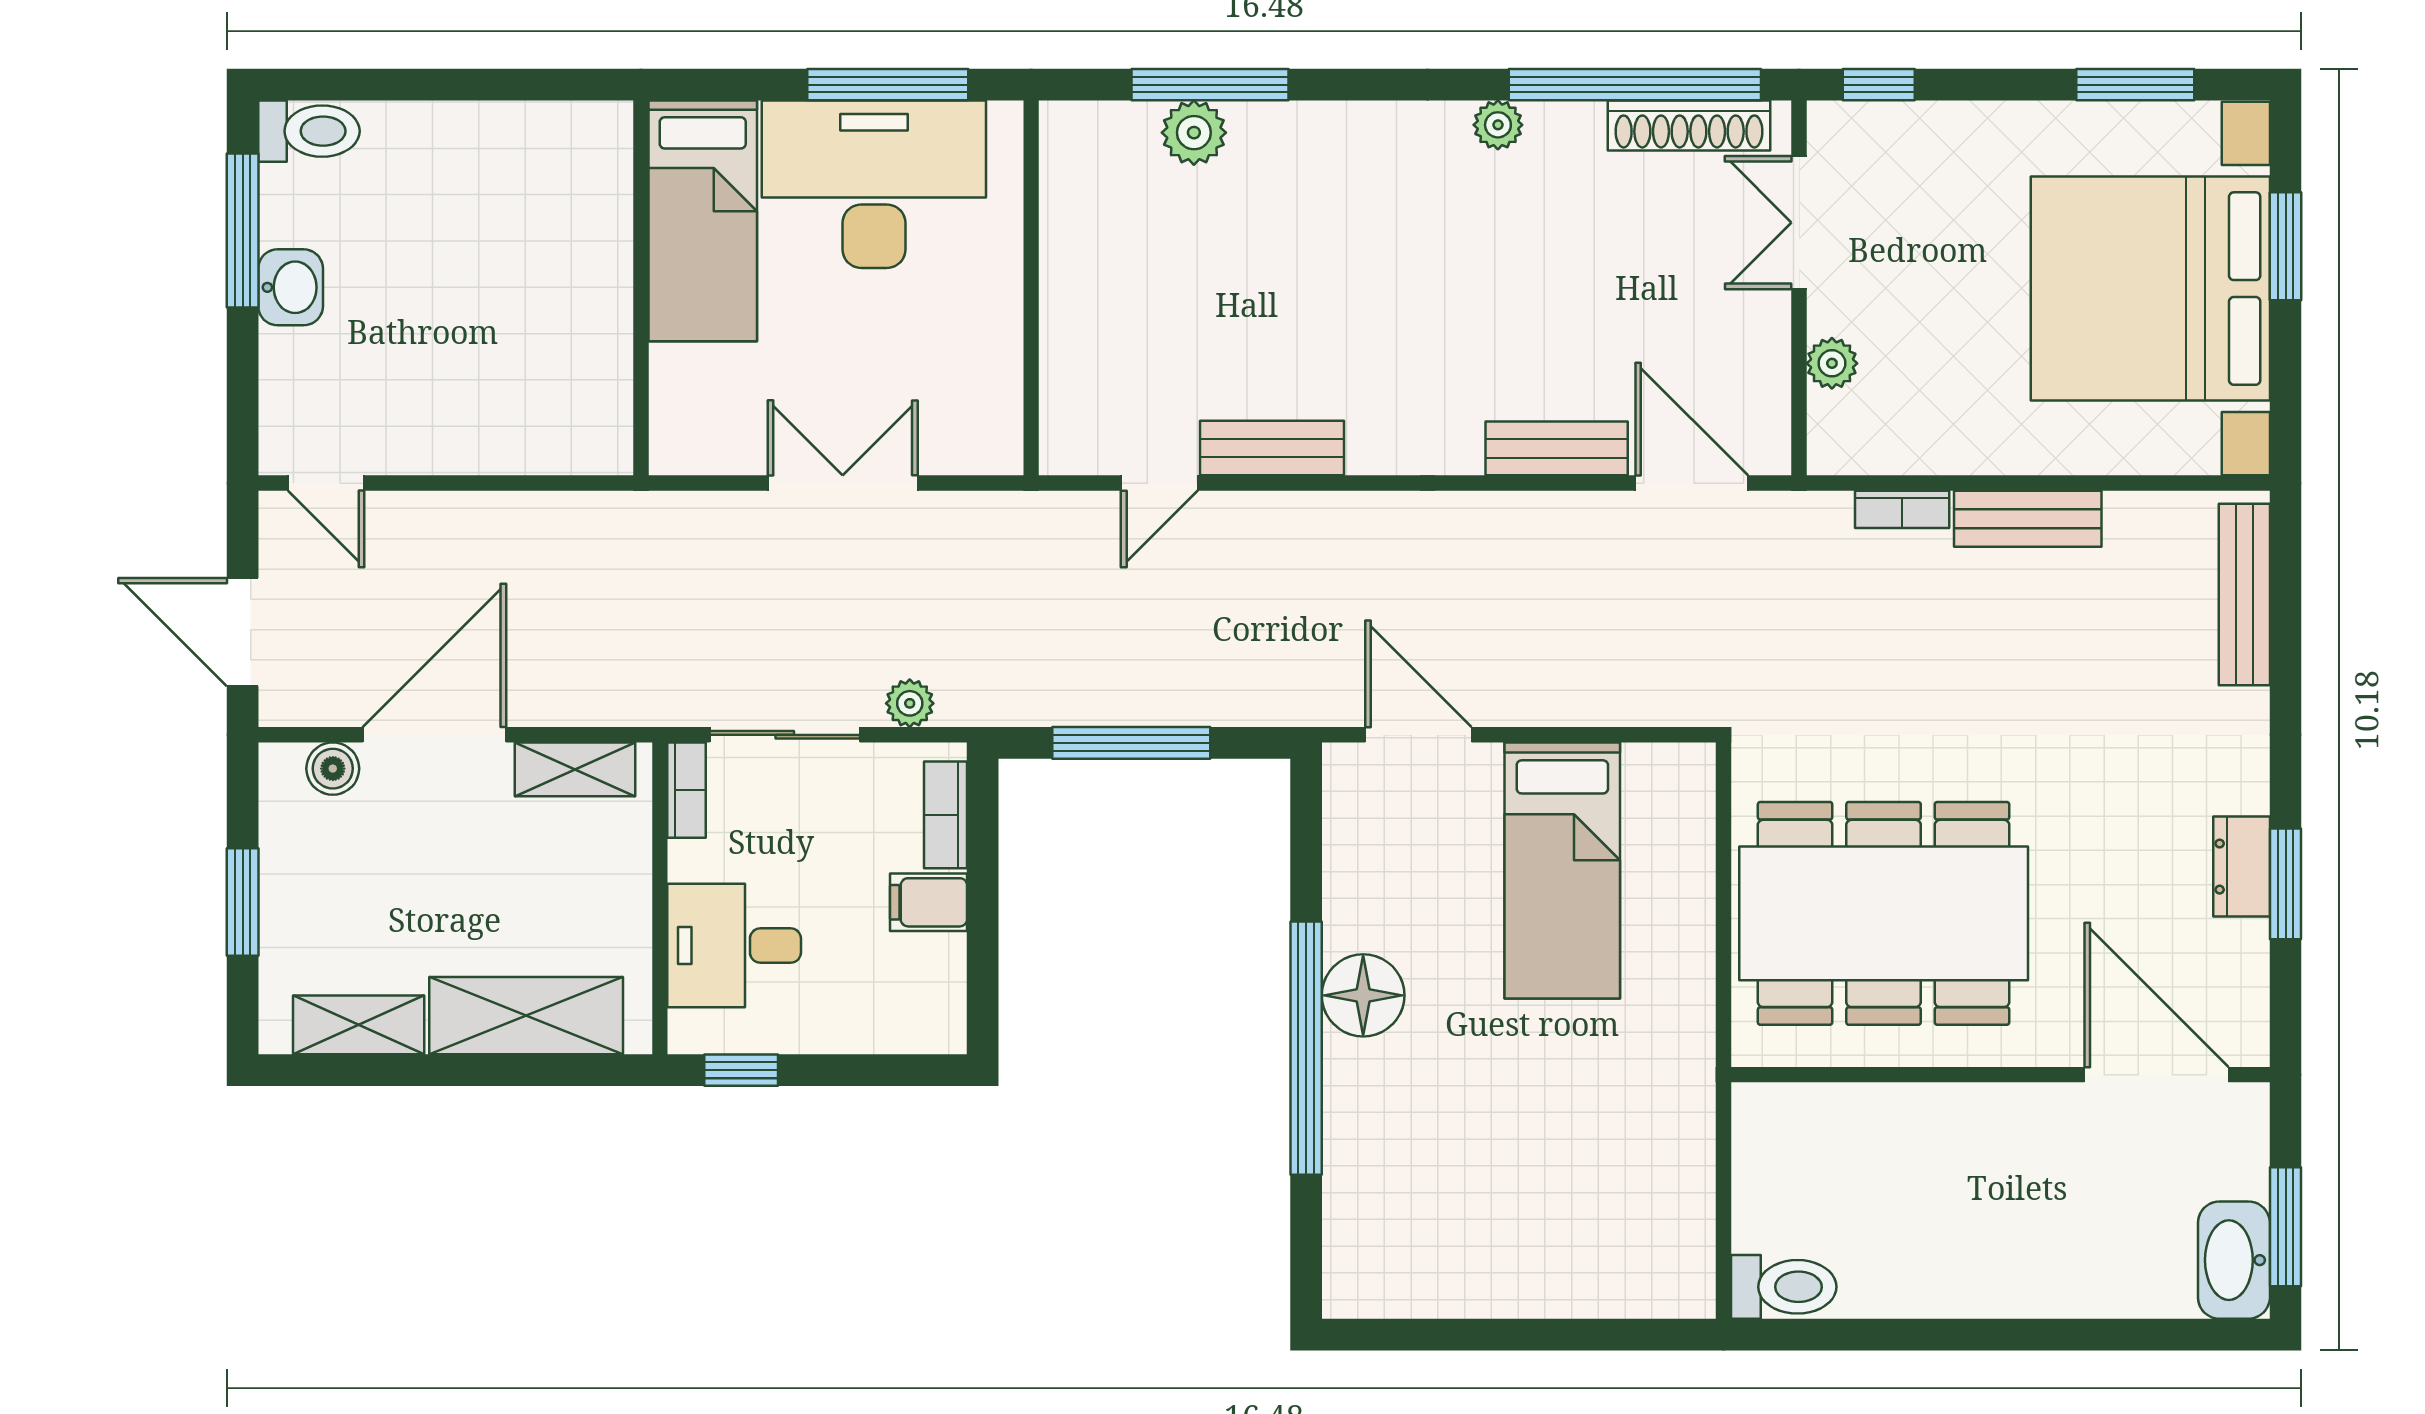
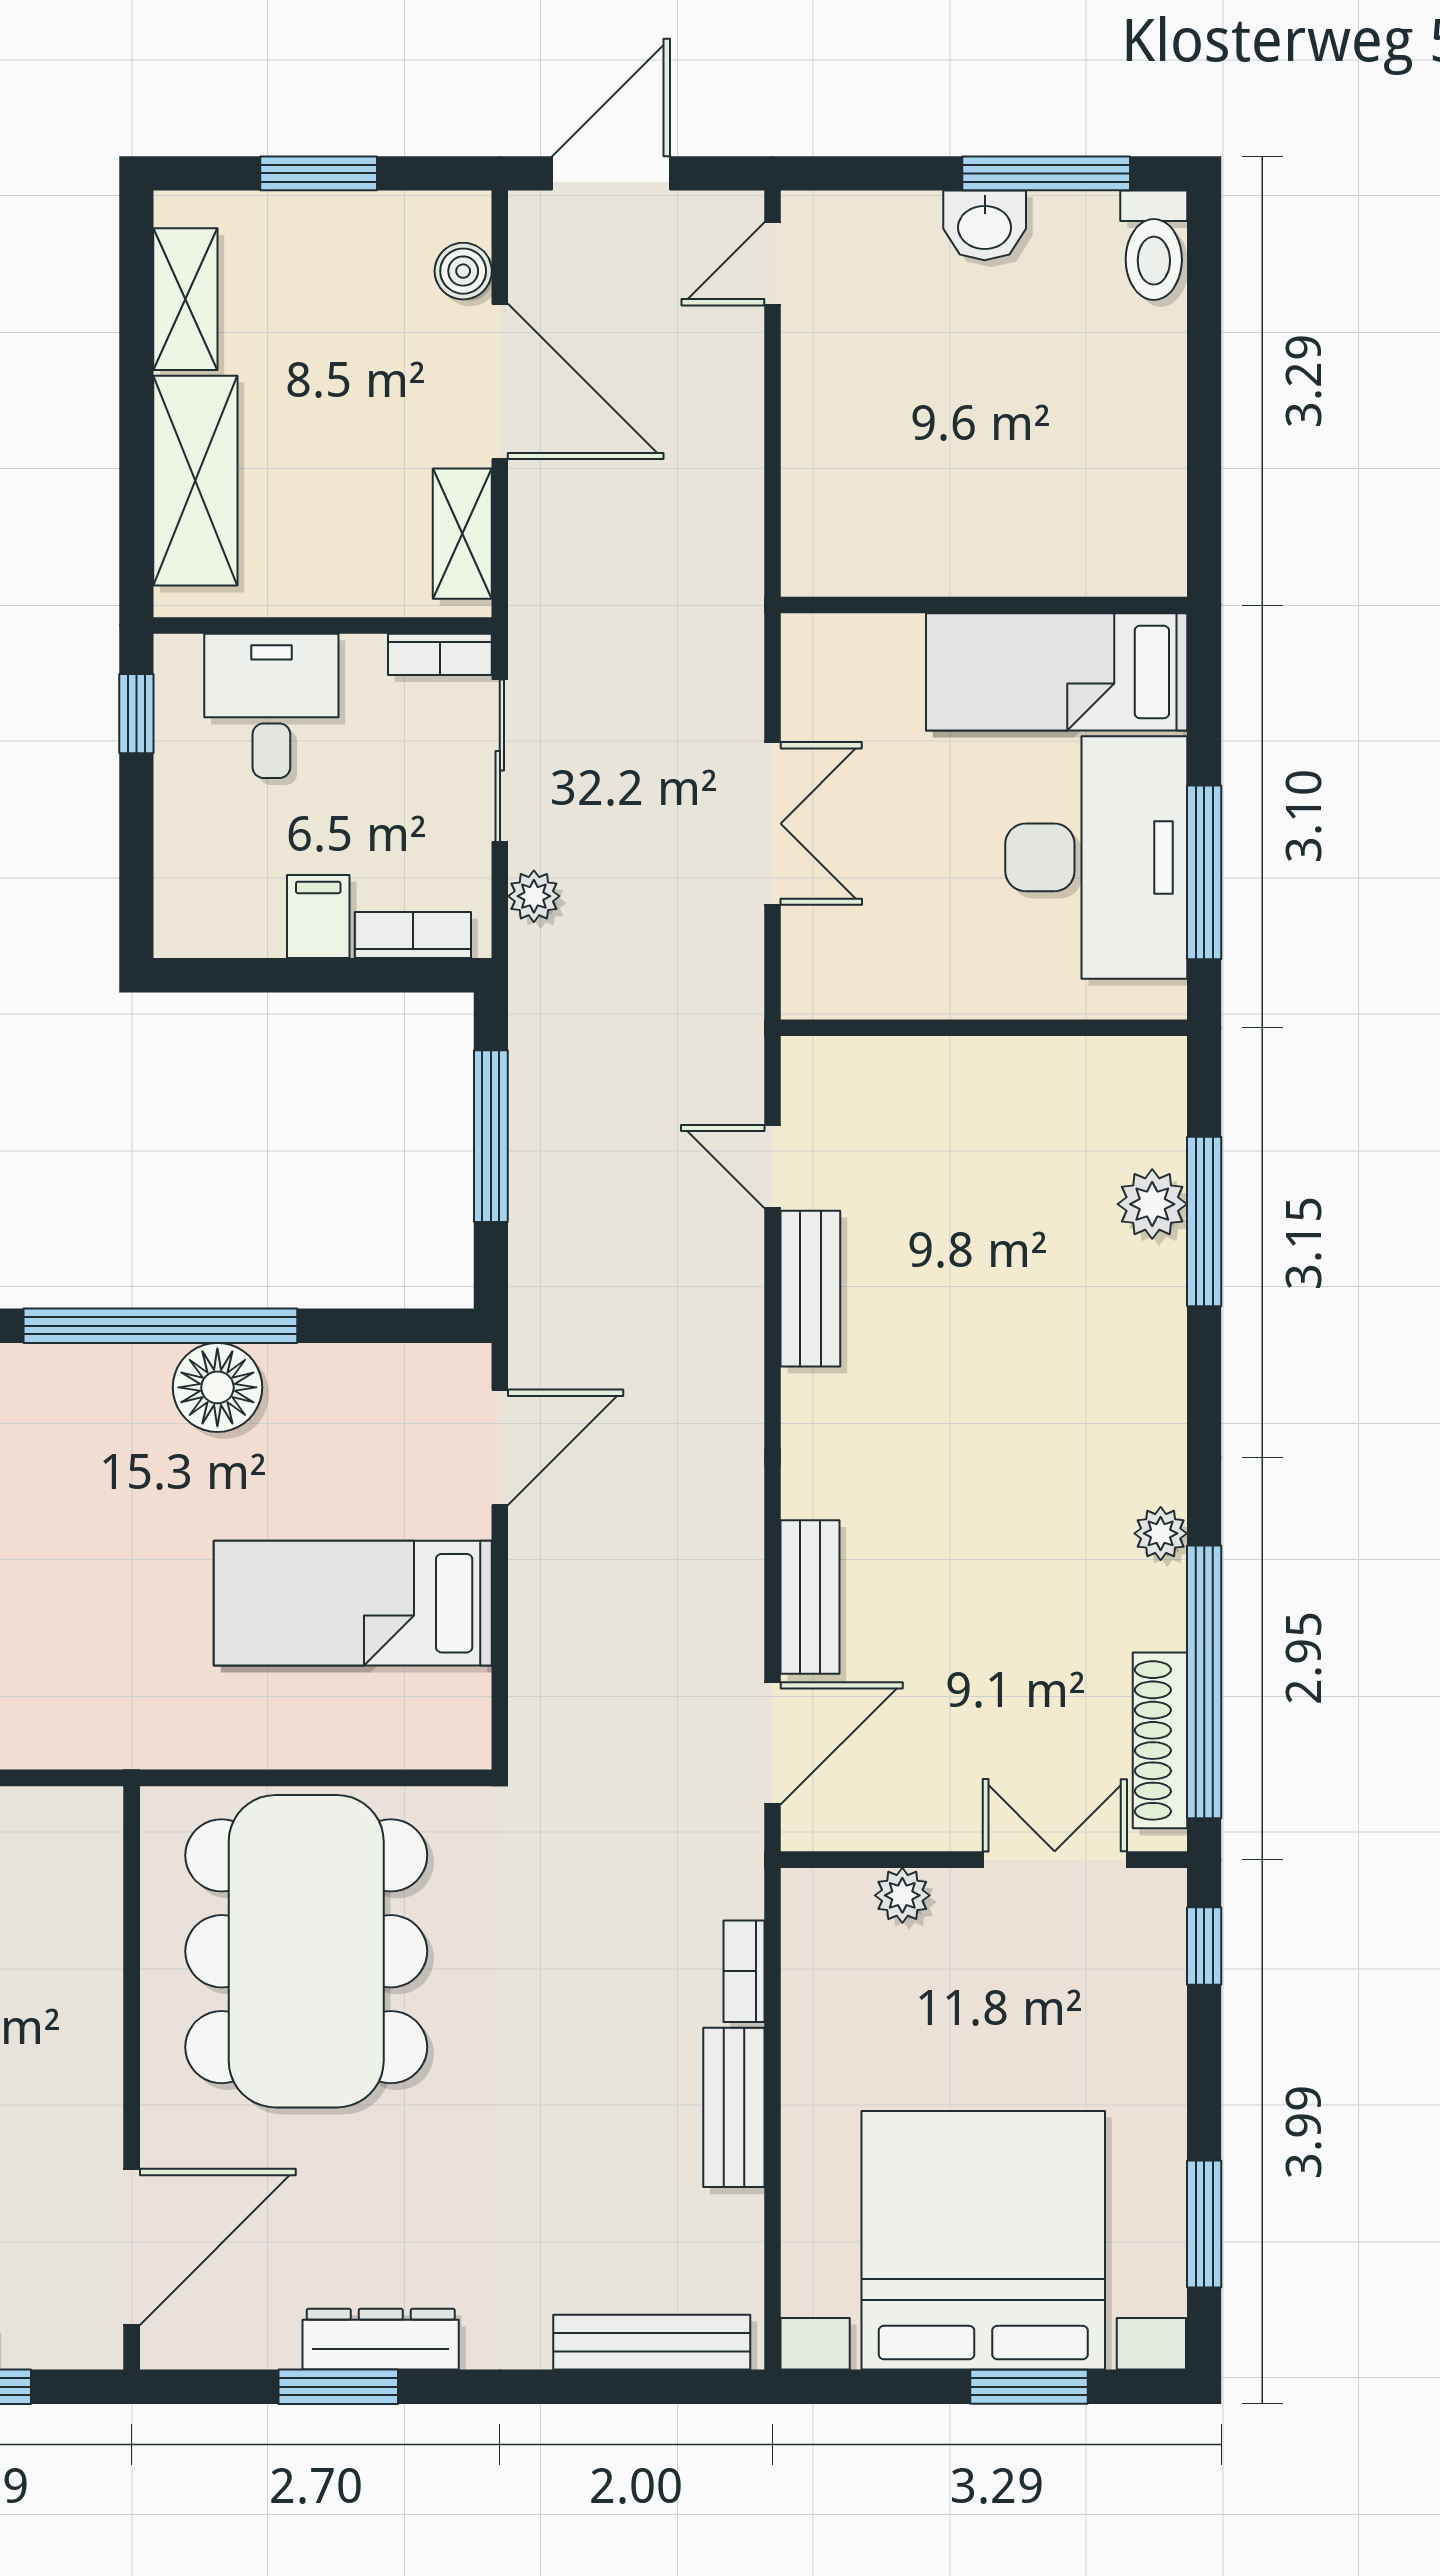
dresser: (2242, 867) -> (381, 2339), width x1.44

